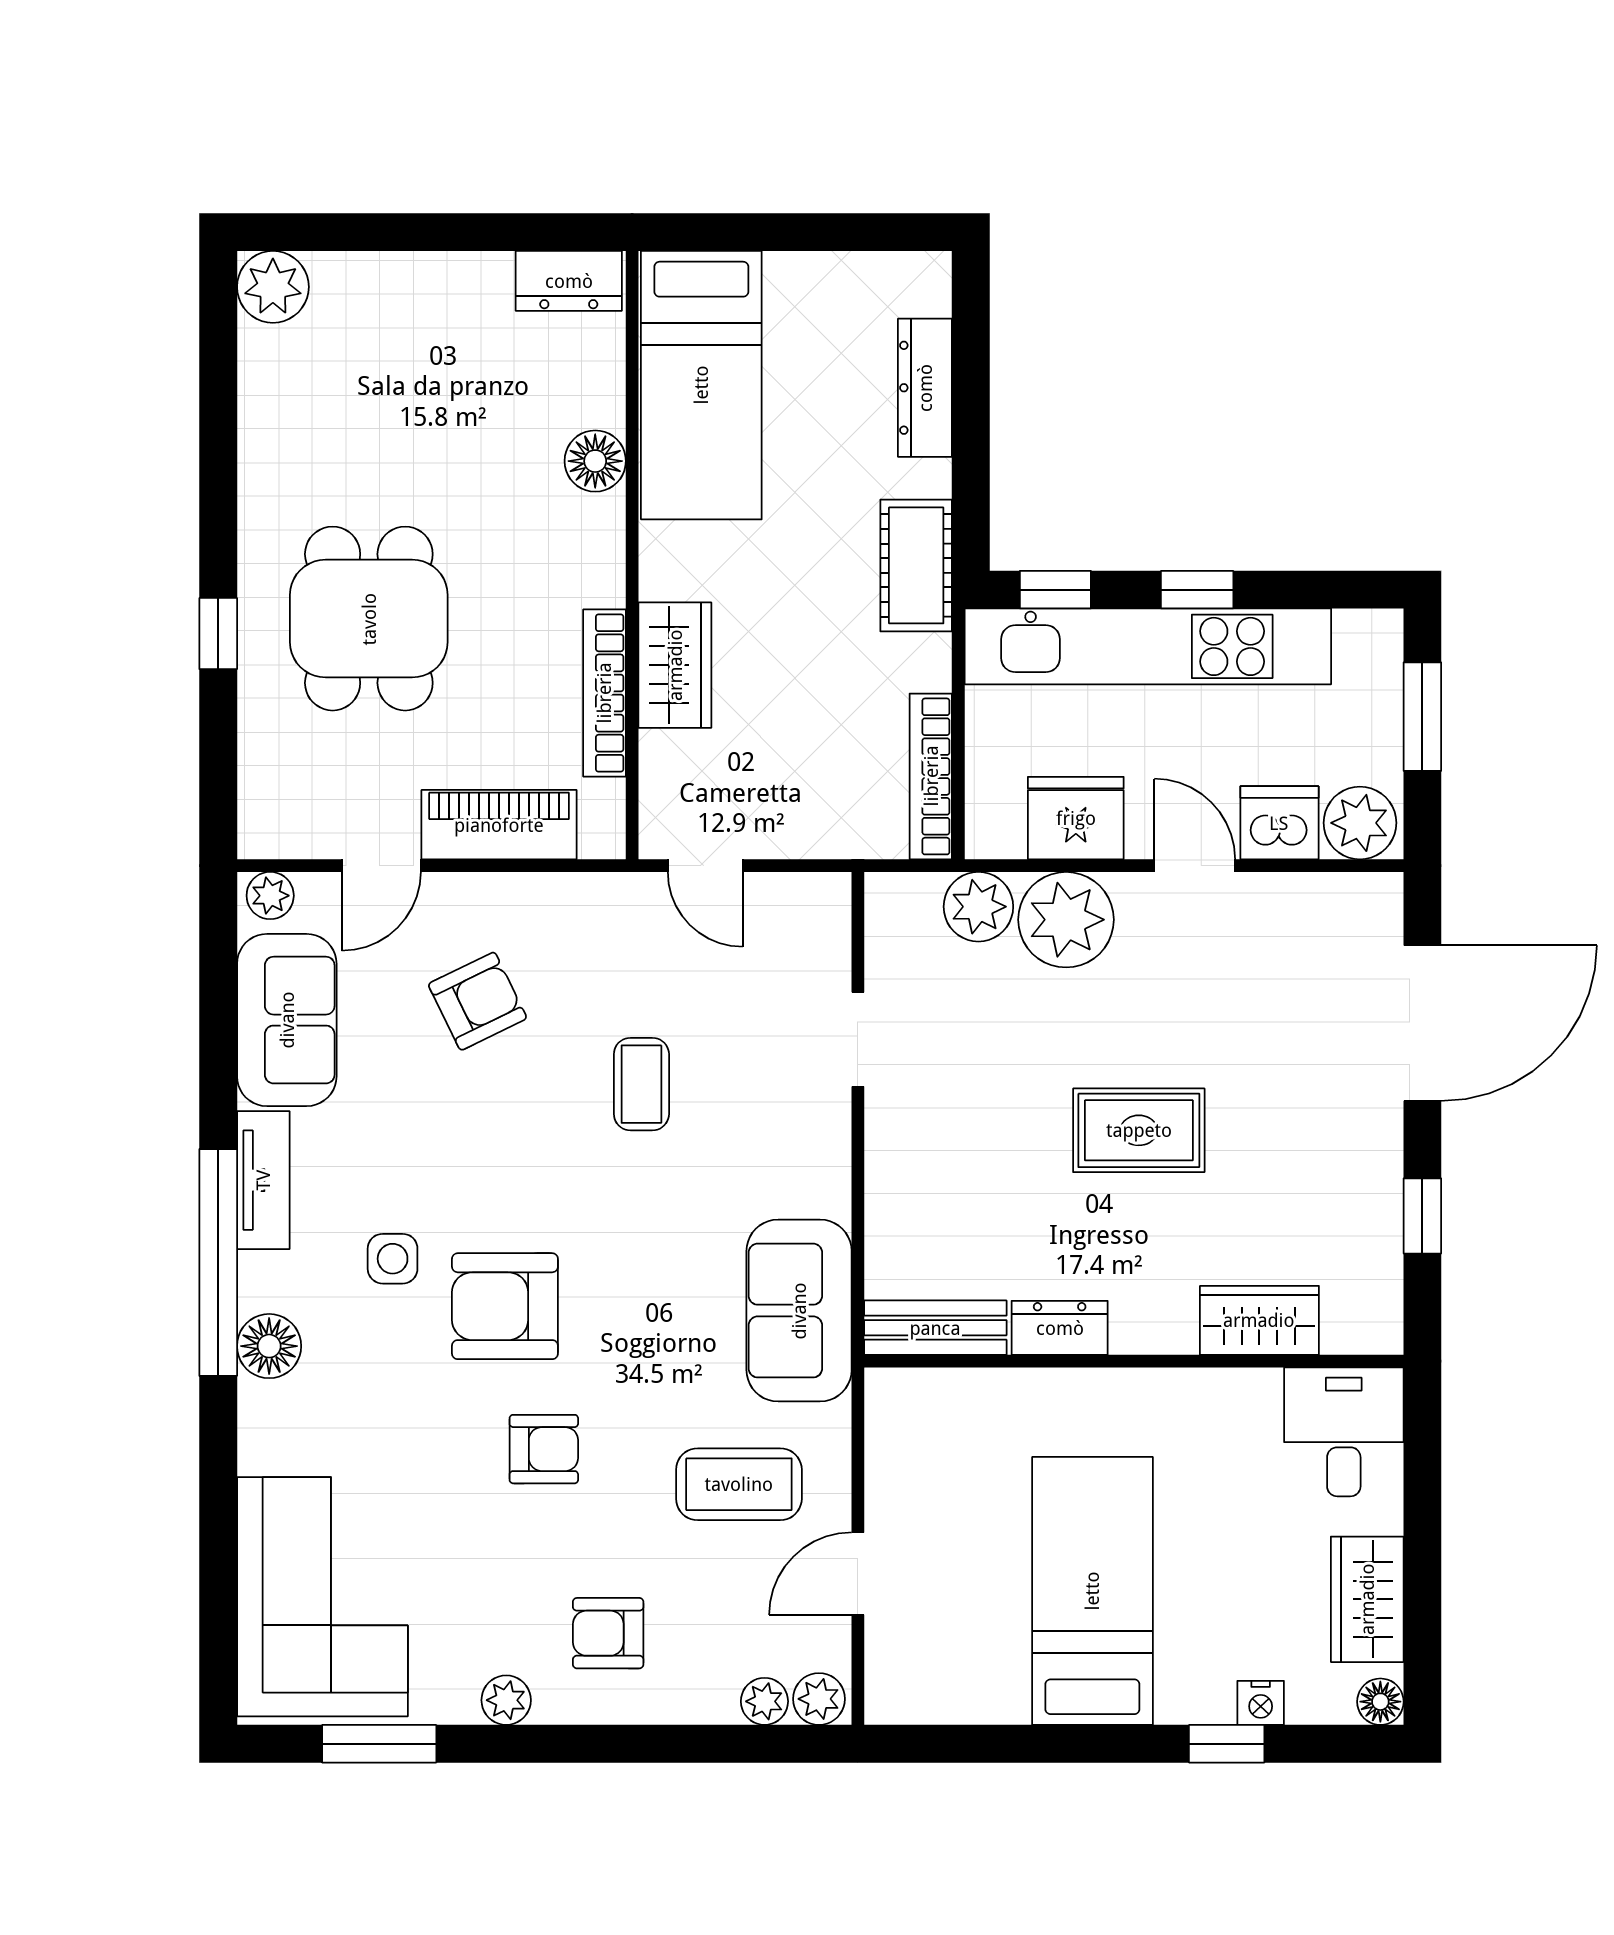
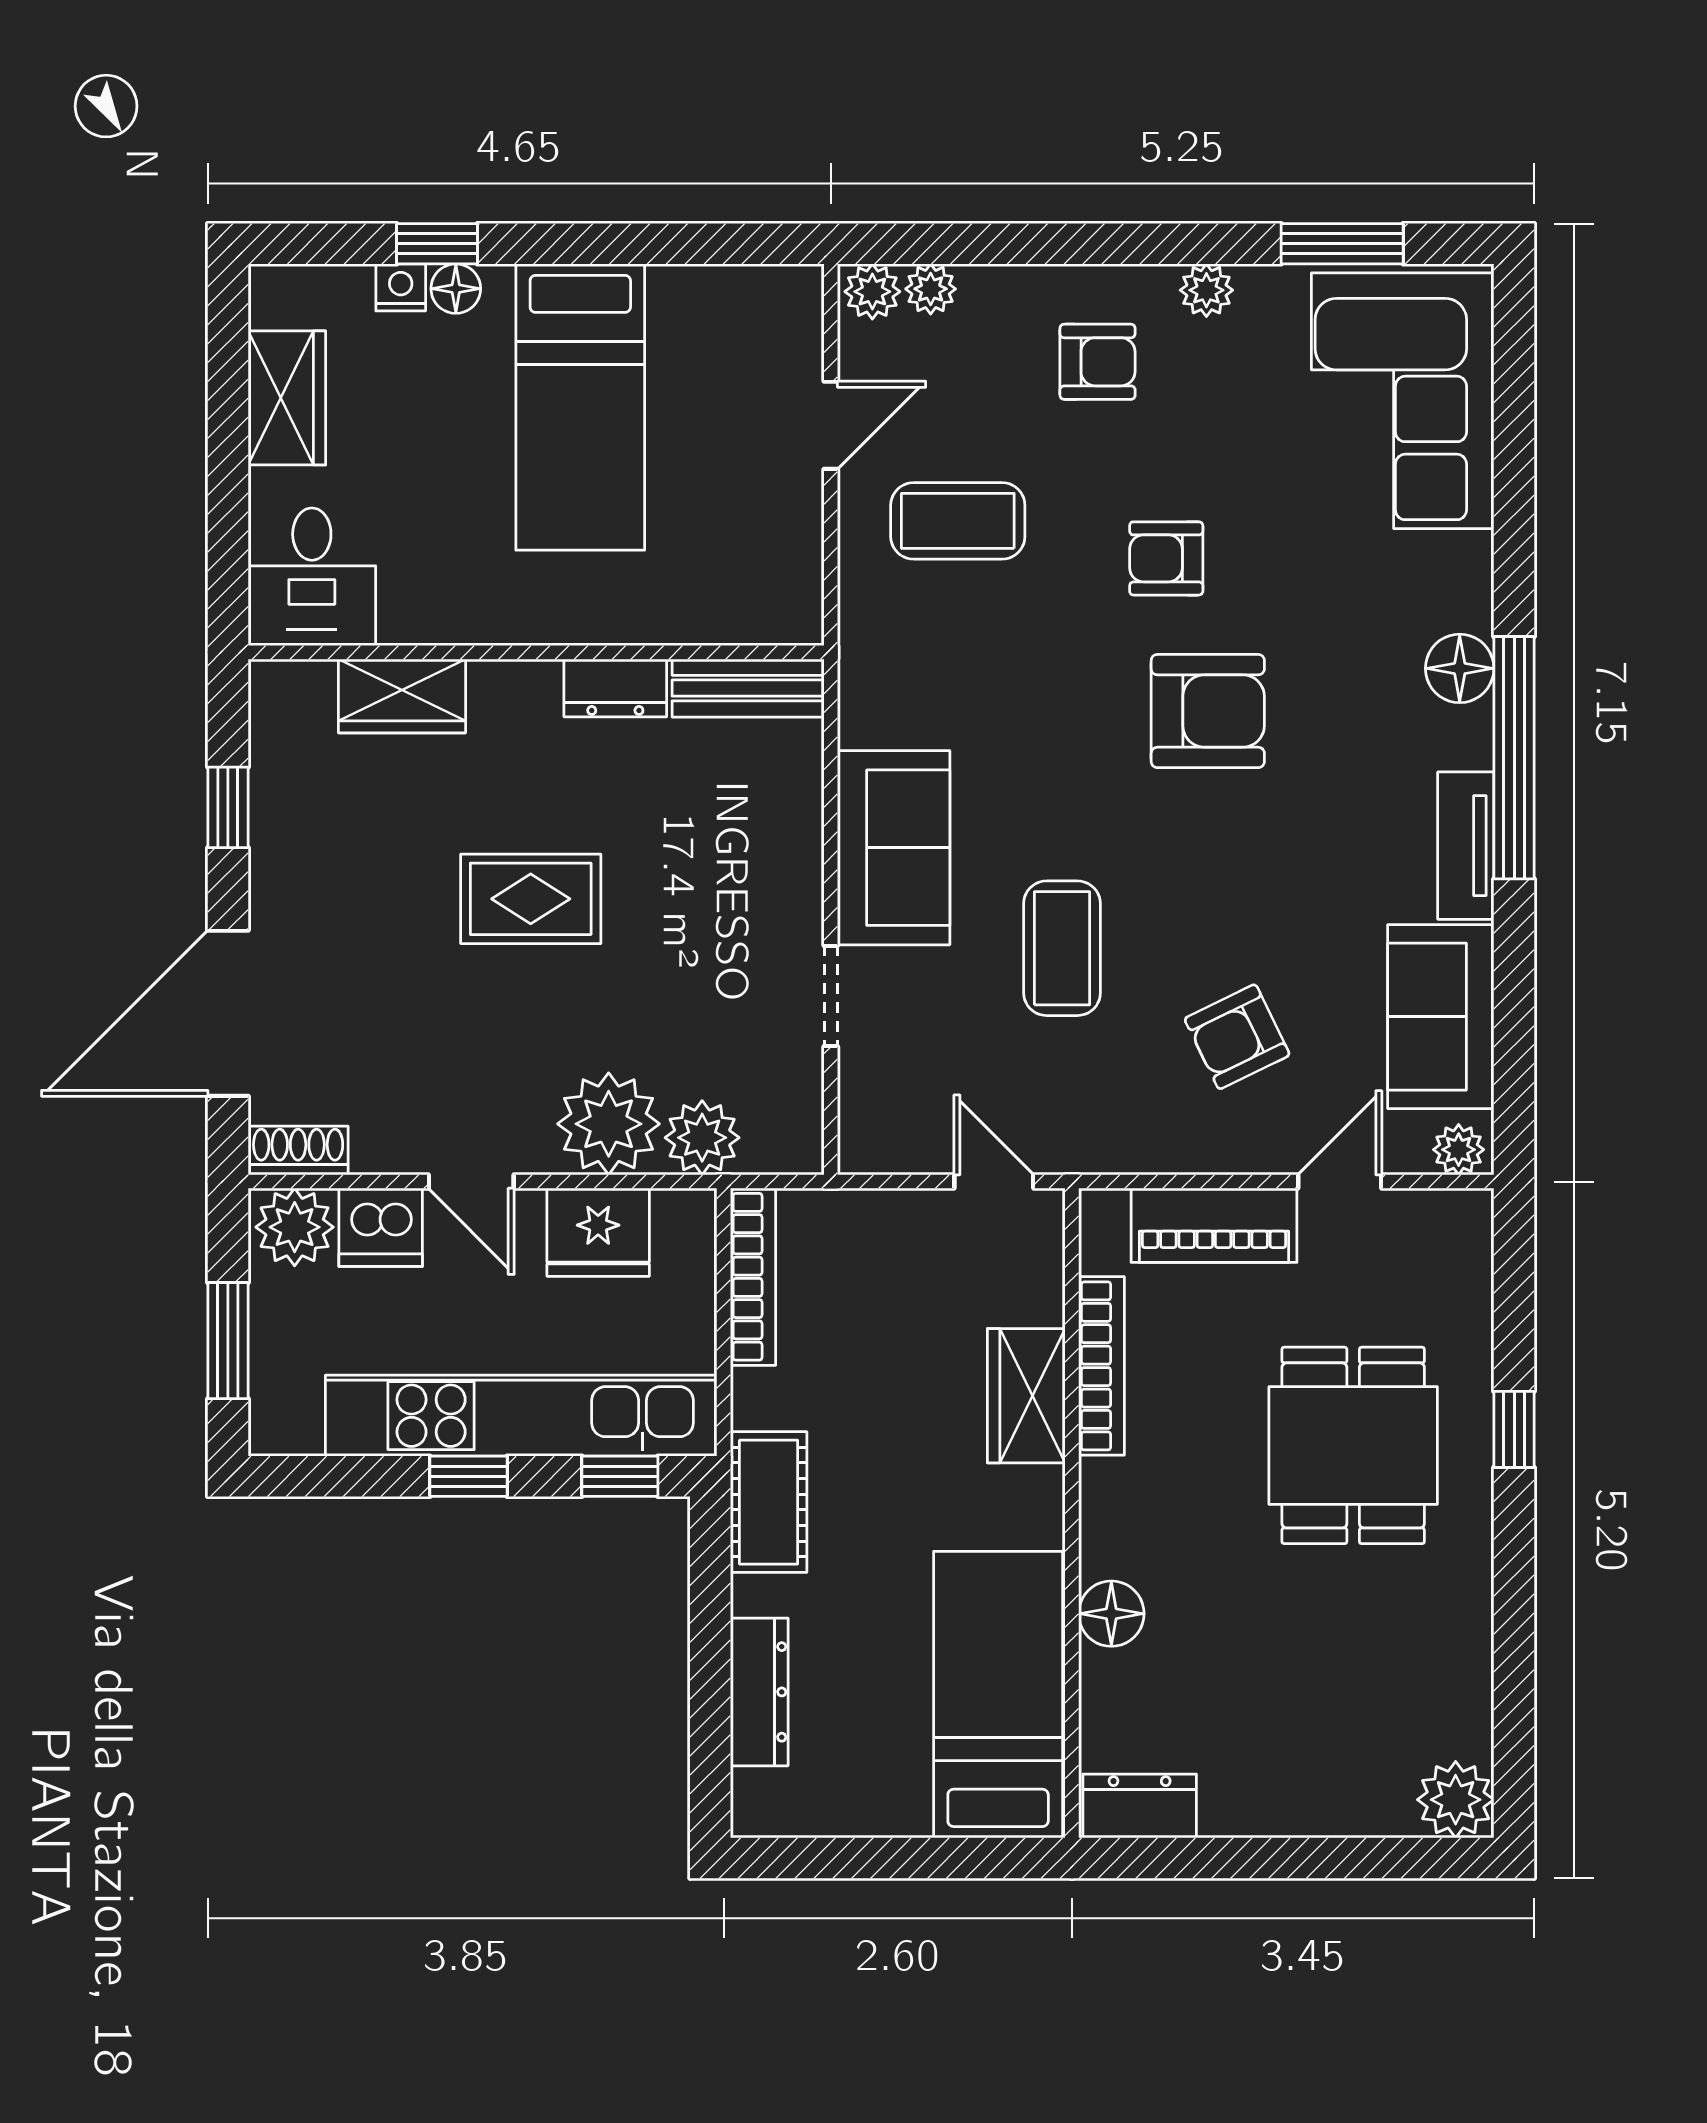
shoe rack: (1357, 895) -> (298, 1150), added
coffee table: (641, 1084) -> (1062, 948), width x1.36, depth x1.30
side table: (393, 1259) -> (1328, 762), removed
sofa: (799, 1311) -> (894, 848), moved
floor lamp: (1380, 1702) -> (456, 289), moved

